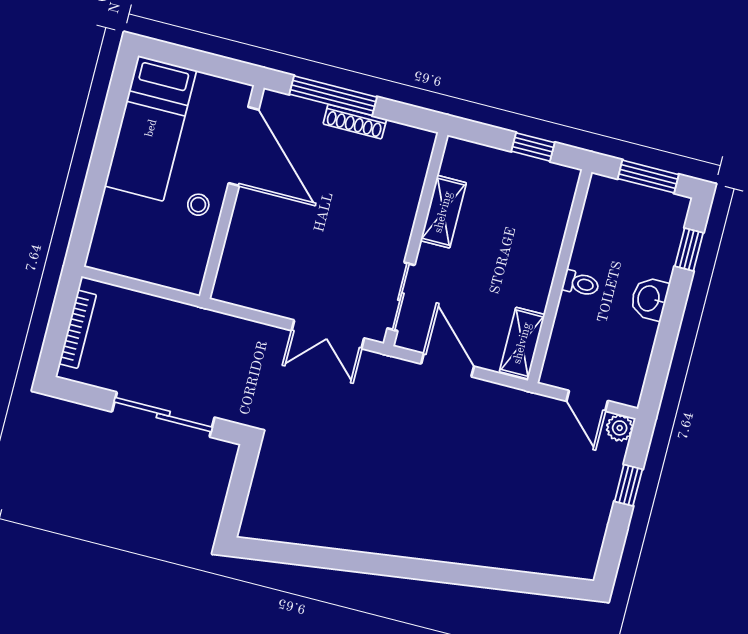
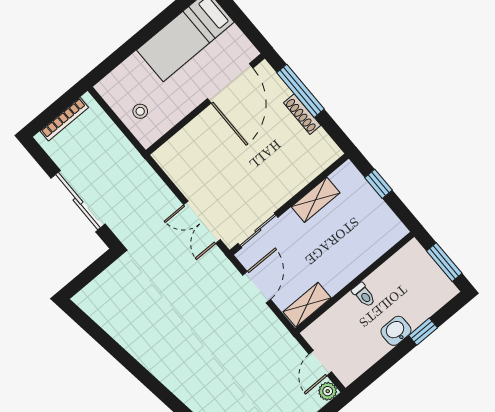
window: (533, 147) -> (379, 184), moved
stool: (198, 205) -> (140, 111), moved
window: (689, 250) -> (423, 332), moved

